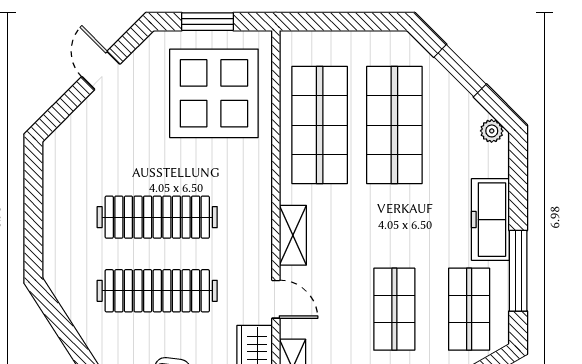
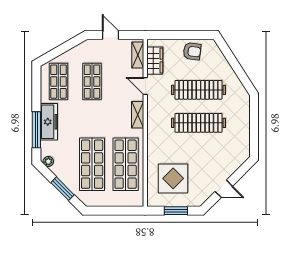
door: (101, 70) -> (224, 189), hinge flipped
display table: (214, 93) -> (173, 178), width x0.73, depth x0.73
window: (518, 271) -> (36, 130), moved

